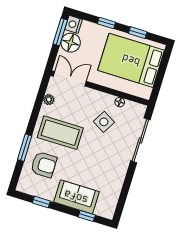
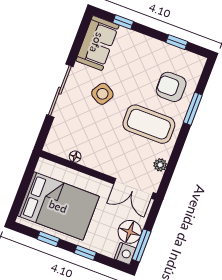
side table: (104, 122) -> (102, 94), moved
sliding door: (140, 140) -> (60, 91), moved
sofa: (76, 197) -> (97, 43), moved, turned -90

